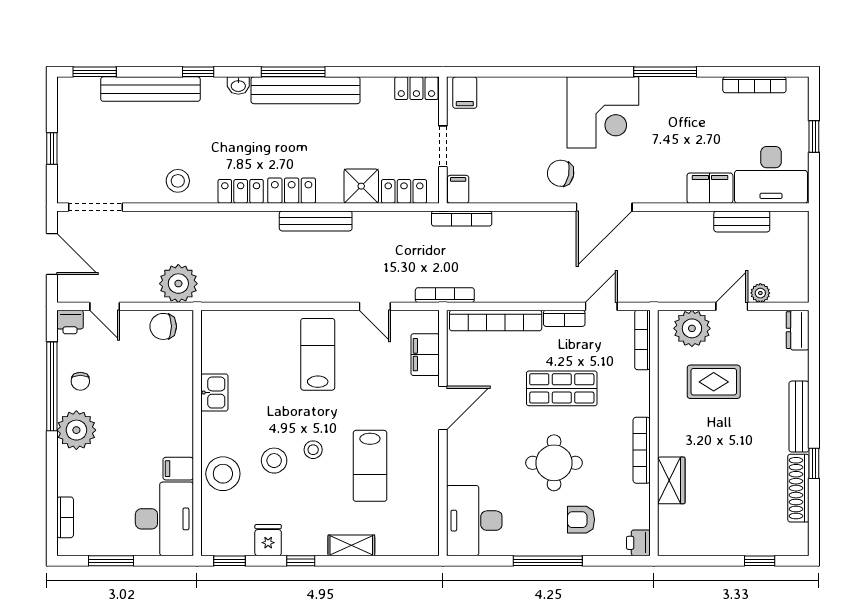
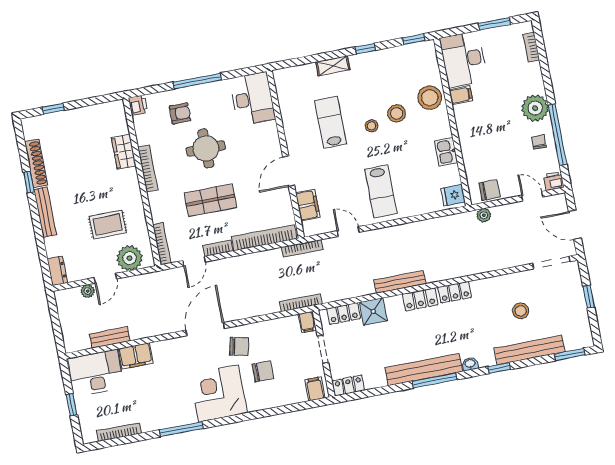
chair: (534, 131) -> (263, 371), added
stool: (178, 181) -> (521, 311), moved
plant: (178, 284) -> (484, 215), width x0.53, depth x0.53
fridge: (268, 540) -> (453, 195), moved, turned 90

